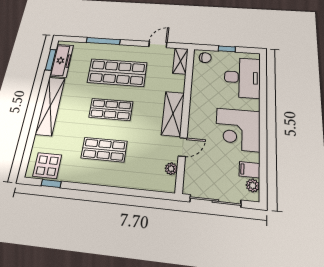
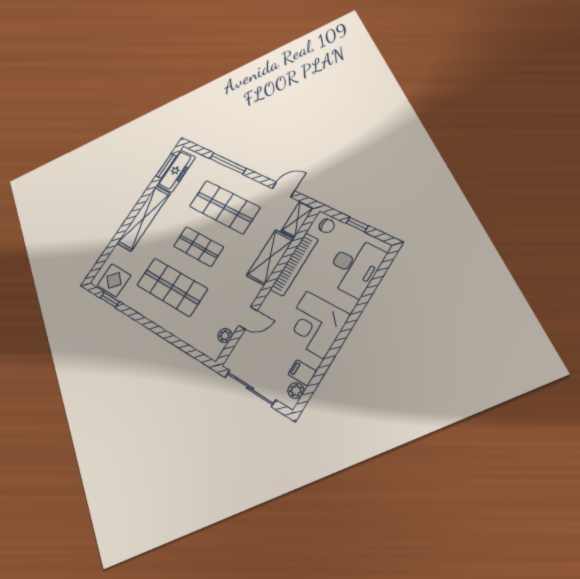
bookcase: (197, 93) -> (294, 264), added
shelving: (173, 114) -> (270, 257), moved
shop shelf: (104, 150) -> (172, 287), width x1.43, depth x1.36

